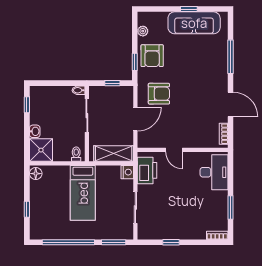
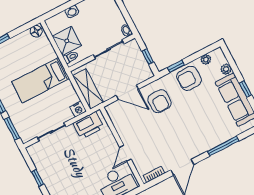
plant: (161, 17) -> (226, 69), added
shower: (41, 150) -> (67, 41), moved
door: (174, 150) -> (125, 153), moved

